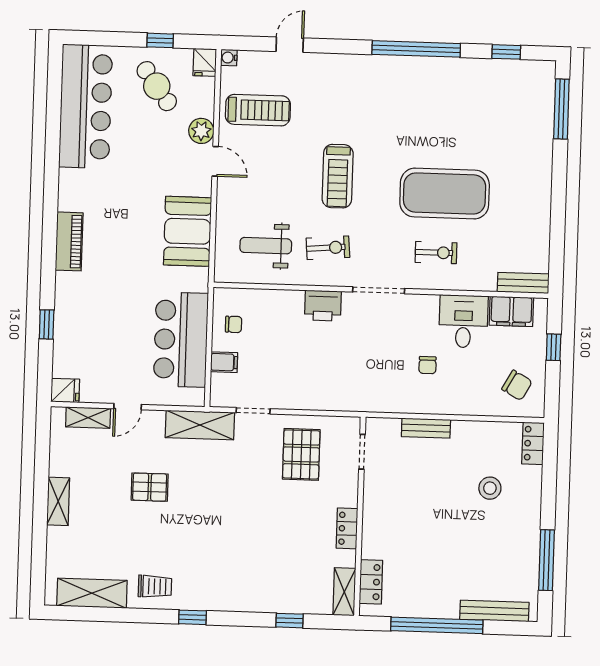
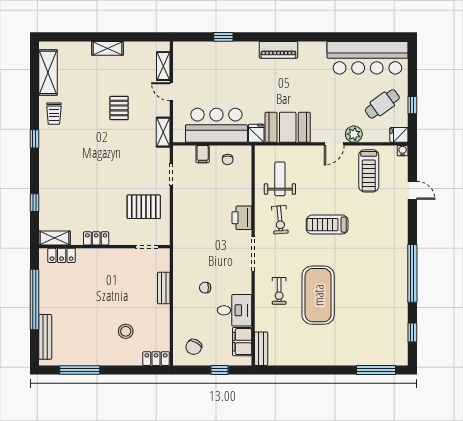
fridge: (65, 391) -> (256, 133), moved, turned 180
shelving: (200, 425) -> (163, 132), width x0.67, depth x0.75

